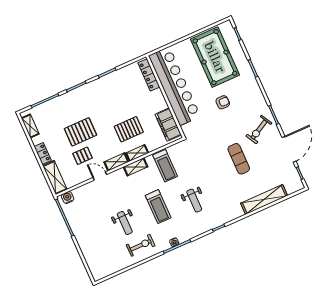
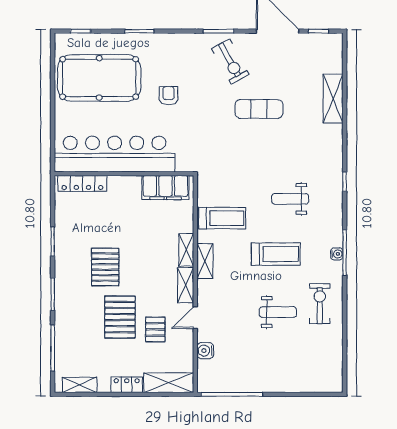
pallet: (129, 129) -> (105, 267), moved
water cooler: (68, 198) -> (205, 351), moved
shelving: (264, 199) -> (333, 99), width x0.68
weight bench: (194, 201) -> (290, 199), turned 180

